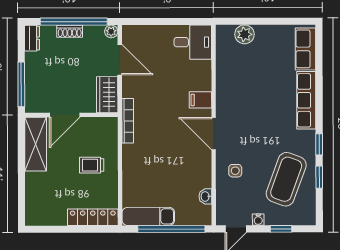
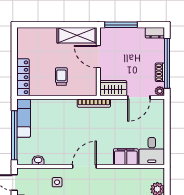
shoe rack: (70, 31) -> (160, 72), moved
filing cabinet: (200, 100) -> (126, 157), moved, width x2.00

